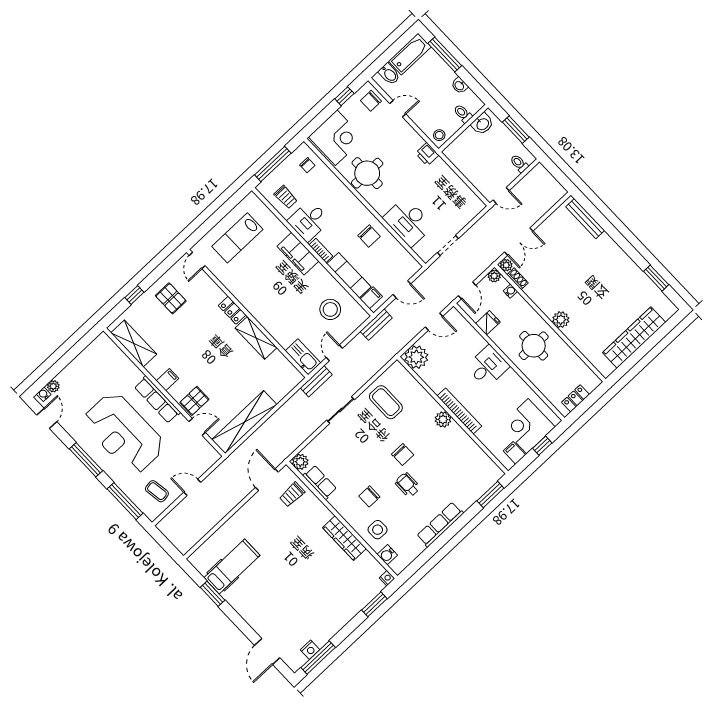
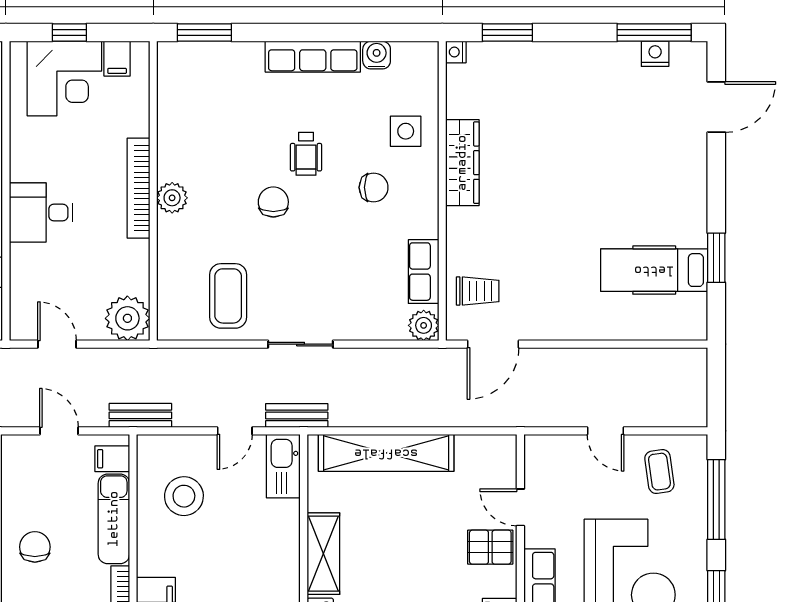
shelving: (244, 422) -> (386, 453), moved
water cooler: (387, 555) -> (377, 55), moved, turned -90

